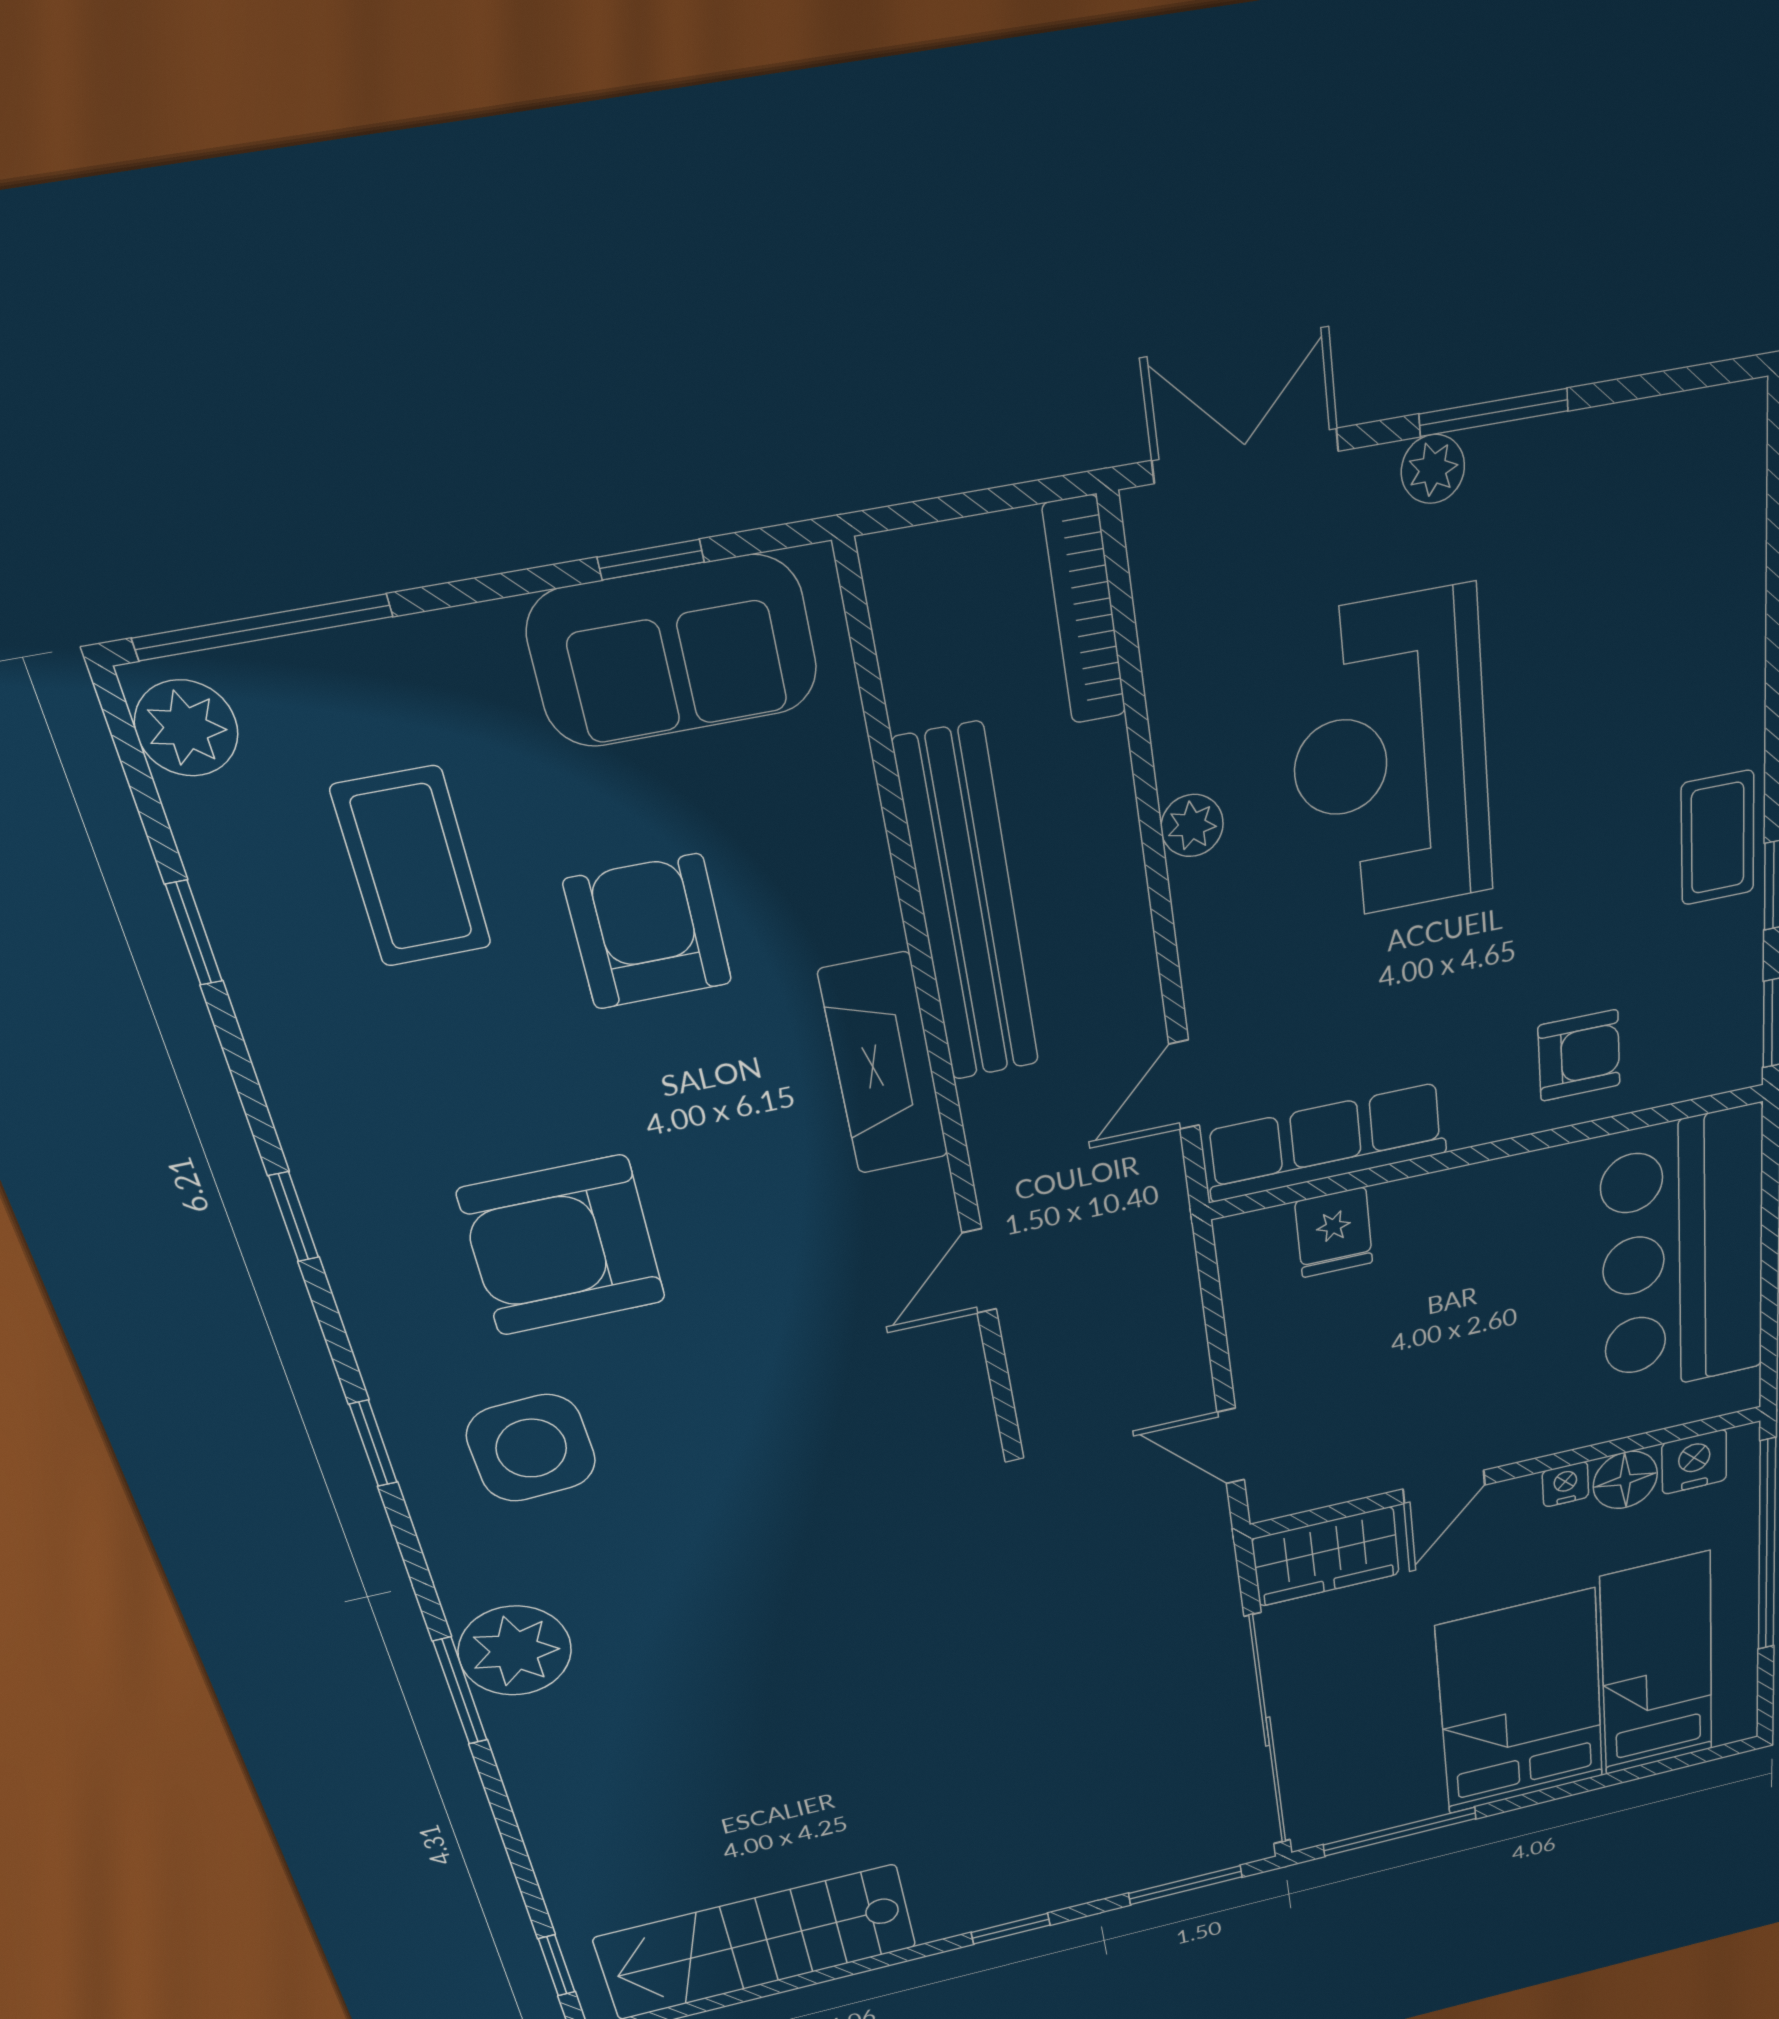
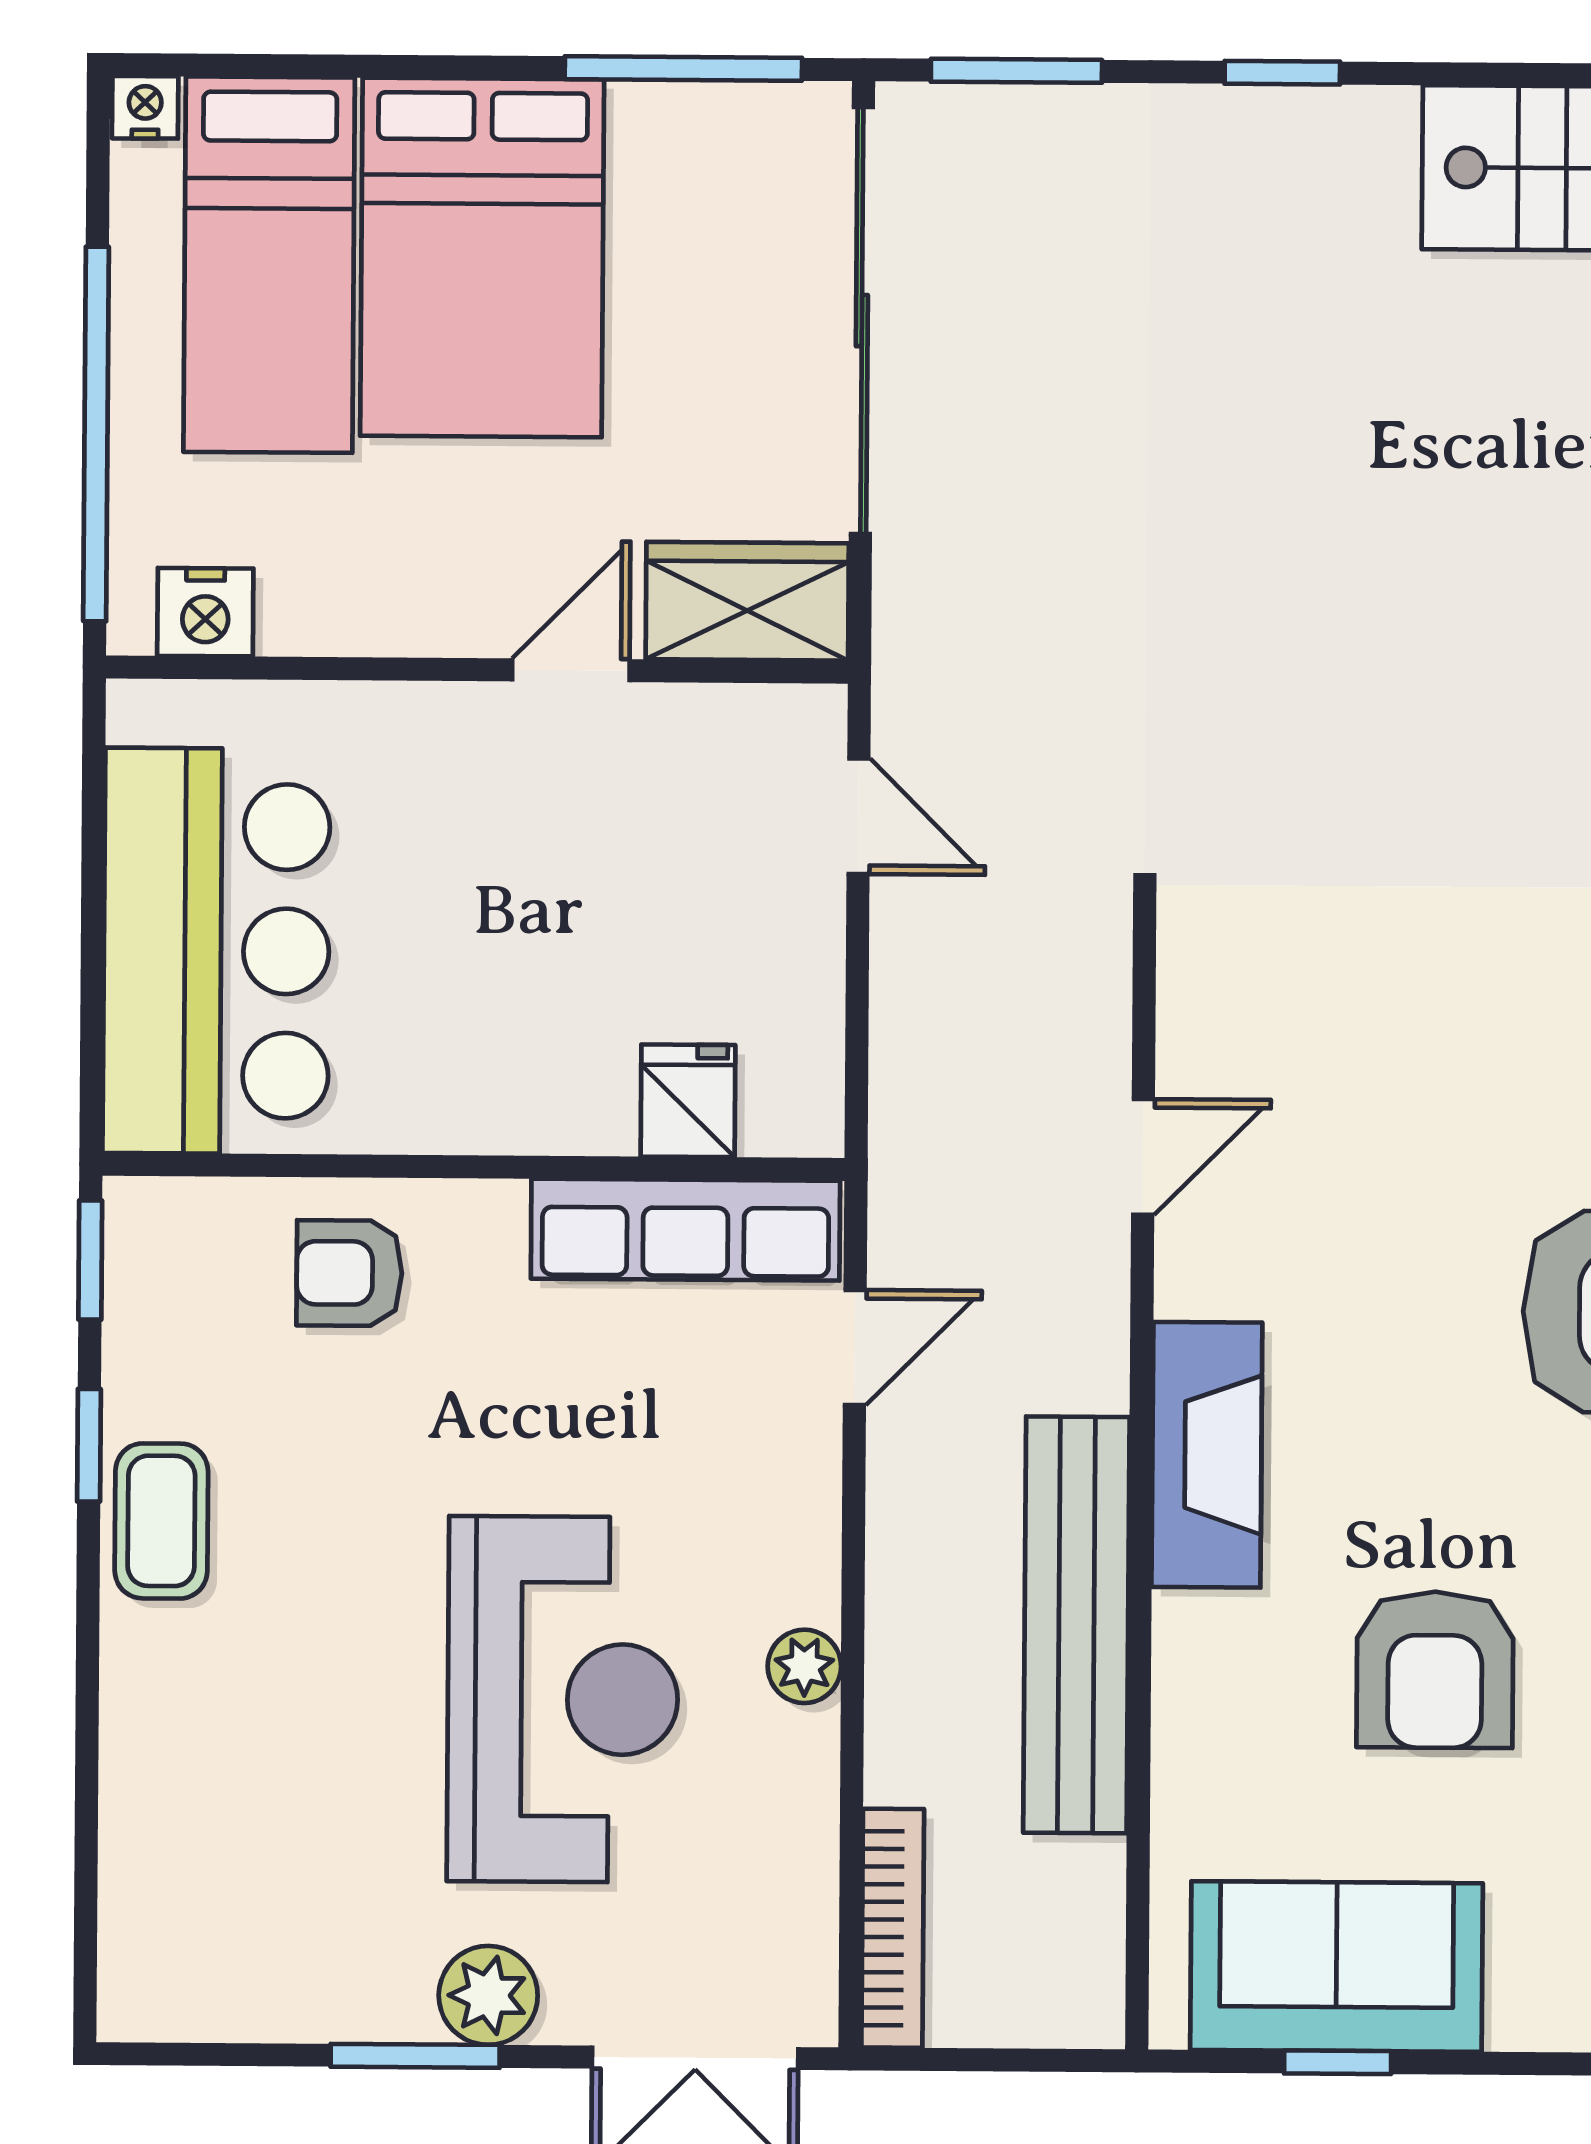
plant: (1433, 469) -> (488, 1995), width x1.38, depth x1.38
floor lamp: (1625, 1480) -> (308, 609), removed
nightstand: (1565, 1484) -> (145, 107), moved, turned 180

